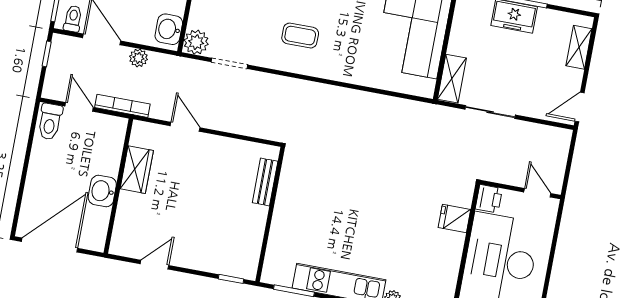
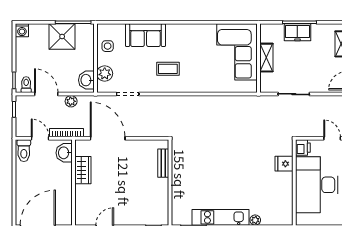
plant: (196, 42) -> (105, 74), moved
shelving: (452, 79) -> (266, 58), moved
door: (185, 127) -> (108, 138), width x1.88
washbasin: (102, 191) -> (64, 153), moved

